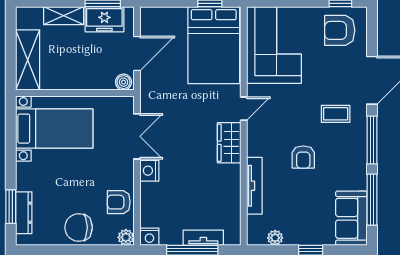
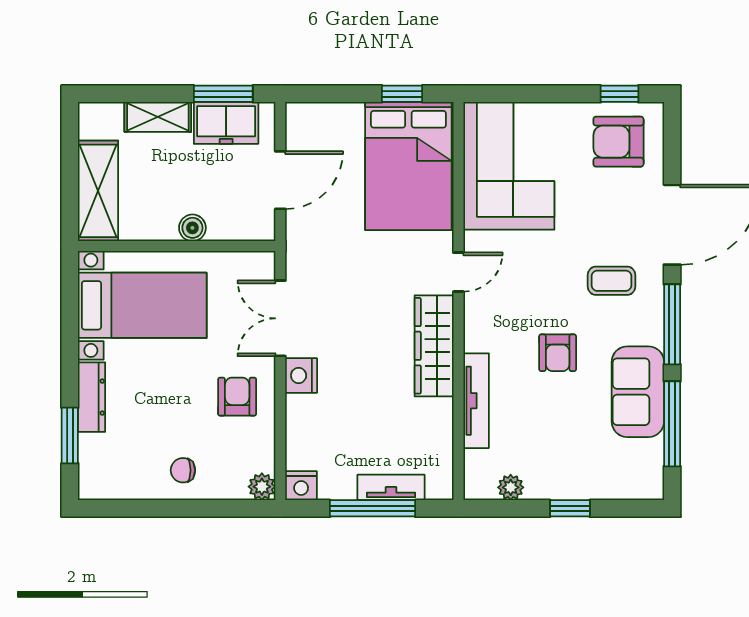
boiler: (124, 82) -> (192, 228), moved
double door: (137, 136) -> (280, 318), swing flipped
wardrobe: (229, 143) -> (434, 346), width x1.50
armchair: (119, 202) -> (237, 397), moved, turned 90
dresser: (24, 213) -> (92, 397), moved
sofa: (351, 218) -> (638, 392), moved
chair: (79, 227) -> (183, 470), width x0.54, depth x0.54

